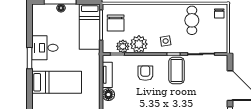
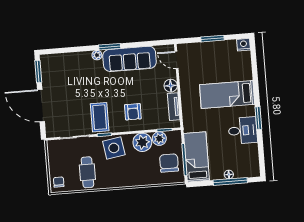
side table: (166, 41) -> (114, 148), width x1.87, depth x1.87

